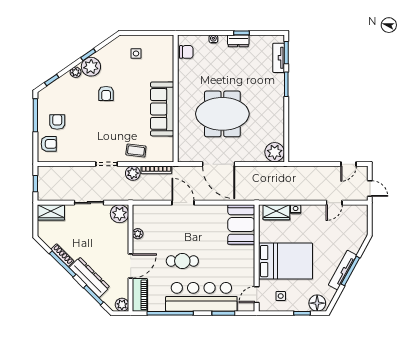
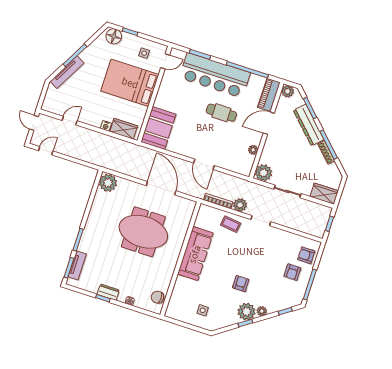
tv unit: (343, 270) -> (67, 72), moved

